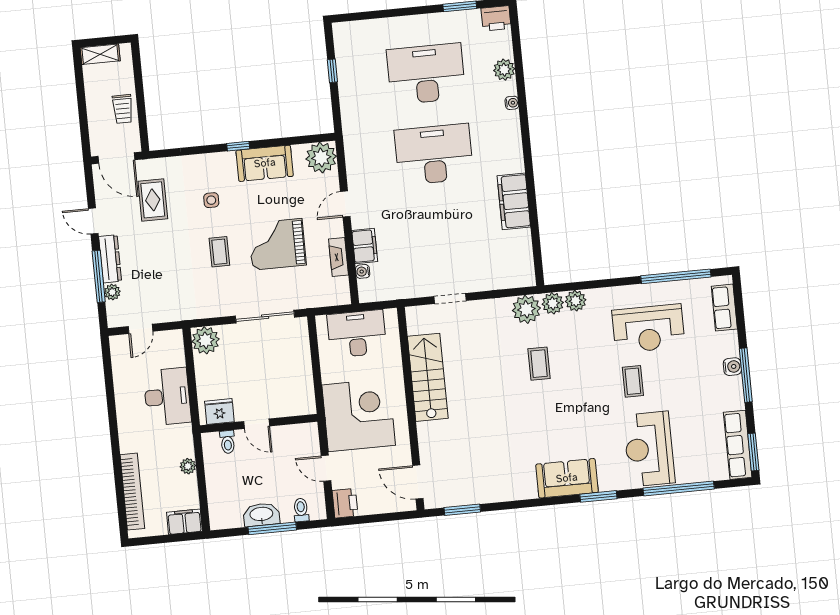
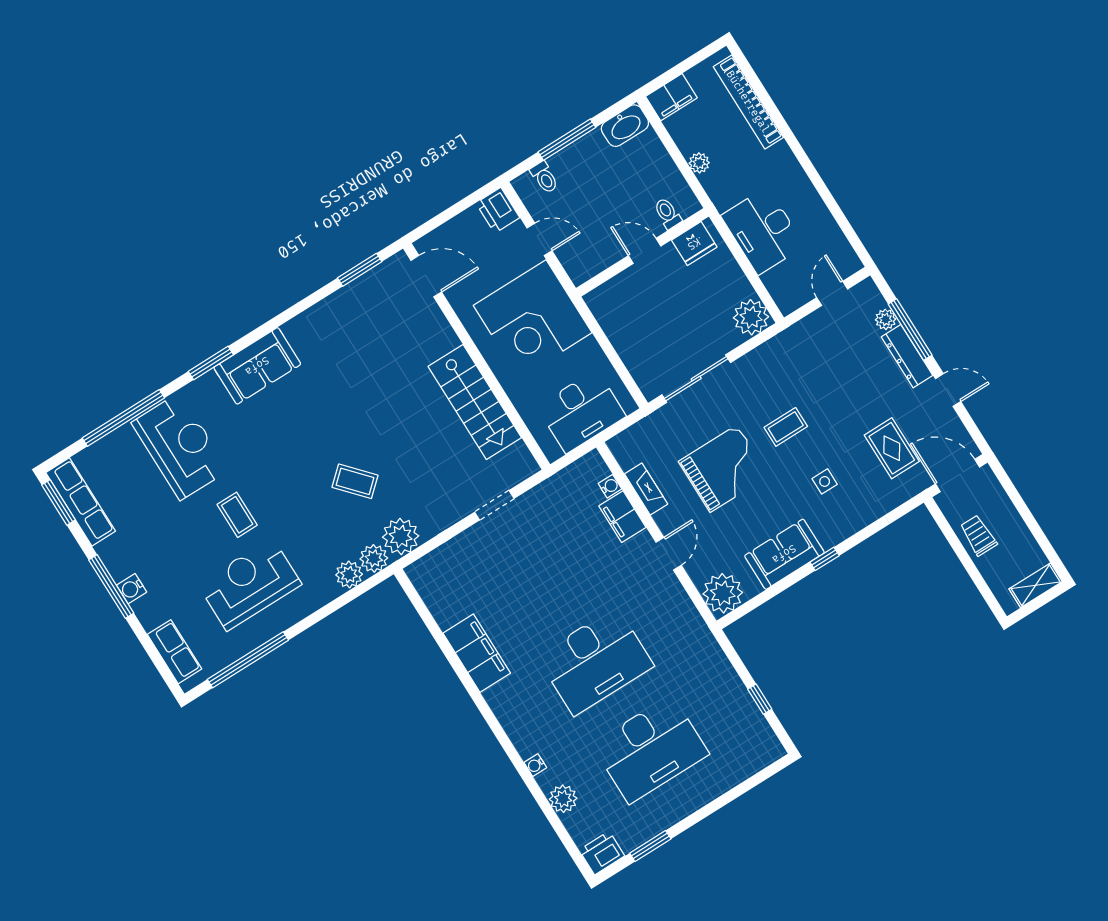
coffee table: (219, 252) -> (786, 427), turned 90
coffee table: (539, 364) -> (355, 481), turned -42
washbasin: (261, 515) -> (625, 126), moved

